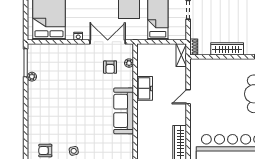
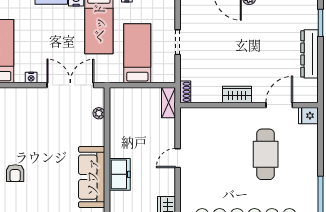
wardrobe: (227, 49) -> (237, 94), width x0.67
armchair: (110, 67) -> (15, 173), moved
freezer: (145, 88) -> (120, 174), moved

